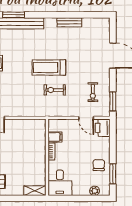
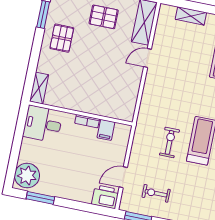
chair: (99, 165) -> (56, 181), removed
plant: (95, 191) -> (27, 176), width x1.88, depth x1.88

